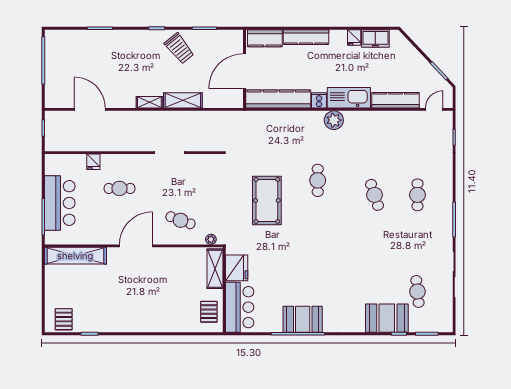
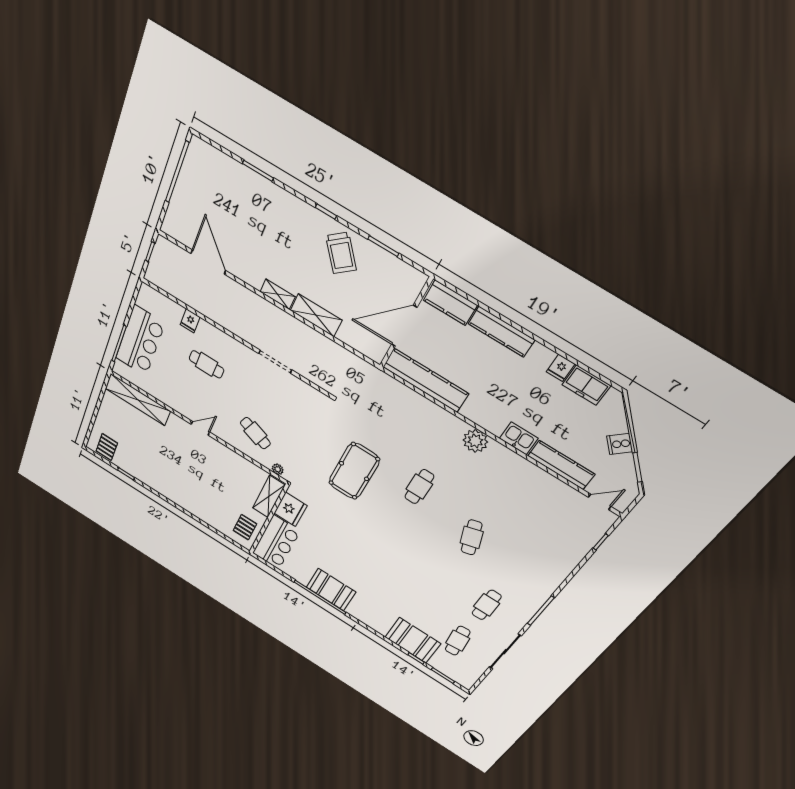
kitchen sink: (349, 98) -> (519, 438), width x0.53, depth x0.81
cooker: (319, 100) -> (620, 444), moved, turned -133
cafe table: (417, 195) -> (487, 605), moved
door: (136, 246) -> (200, 428), width x0.53

